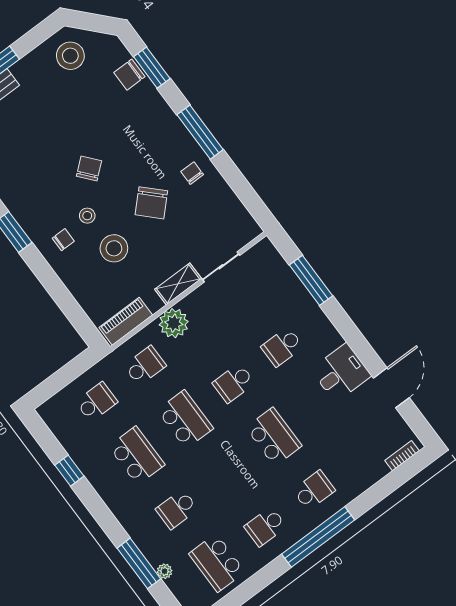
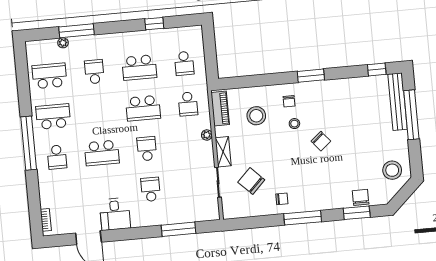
chair: (151, 203) -> (251, 181), moved
stool: (114, 248) -> (256, 116), moved
plant: (174, 323) -> (207, 135), width x0.53, depth x0.53
school desk: (265, 527) -> (53, 116), width x1.85

